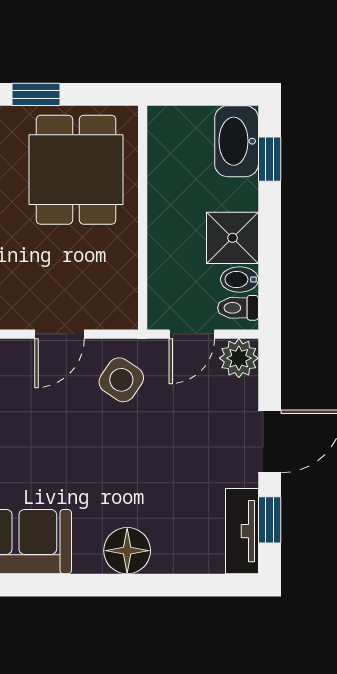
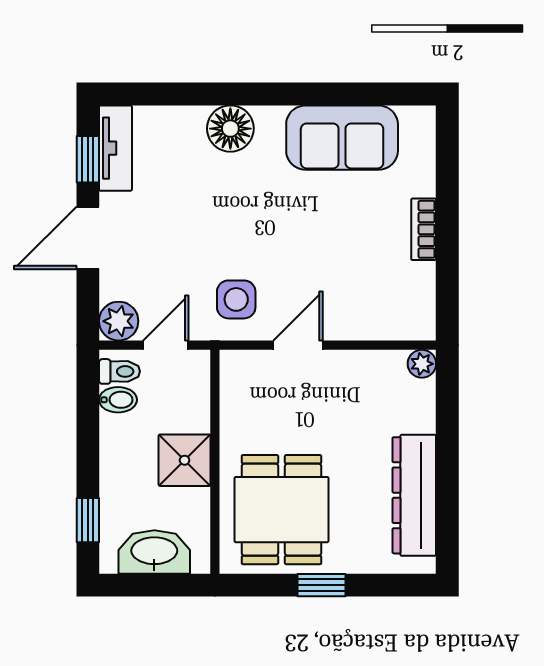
washbasin: (237, 141) -> (154, 552), moved, turned -90
shower: (233, 238) -> (185, 460), moved
side table: (121, 380) -> (236, 299), turned -34

